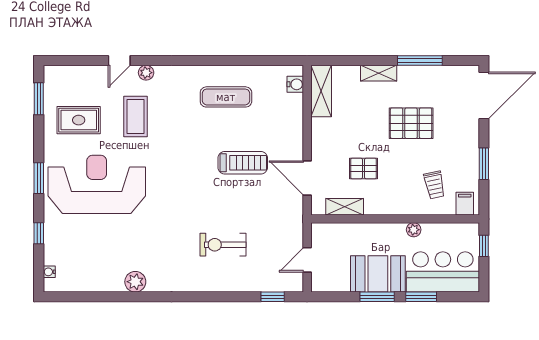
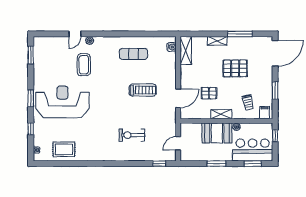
rug: (79, 120) -> (64, 149), moved
door: (307, 178) -> (178, 98), swing flipped
shelving: (345, 207) -> (221, 114), moved
booth: (378, 274) -> (217, 133), moved
plant: (135, 282) -> (84, 155), removed
window: (421, 297) -> (253, 164), moved

